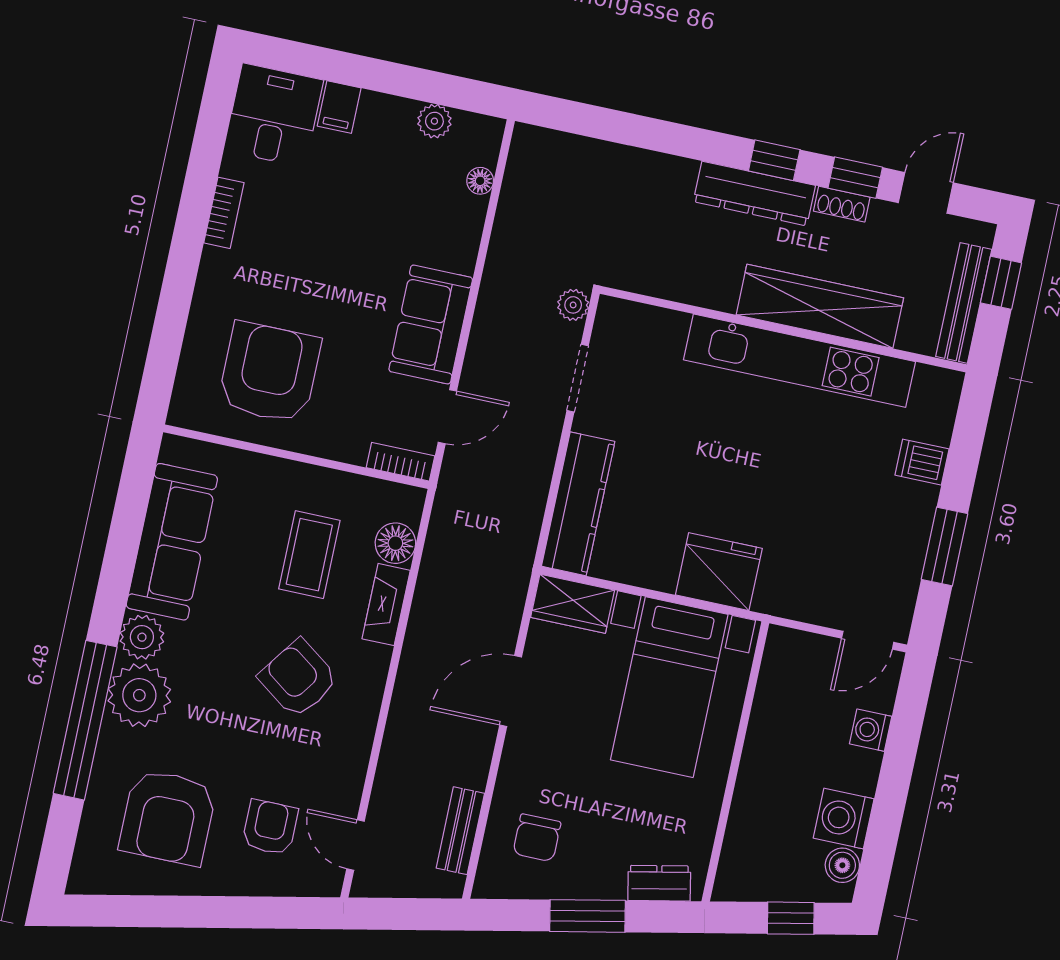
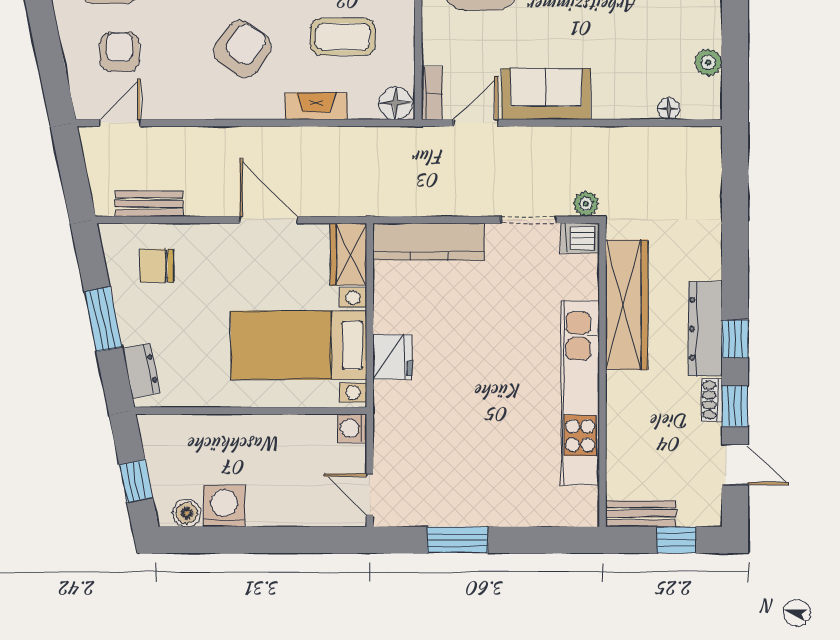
bench: (964, 303) -> (641, 514), width x0.73
wardrobe: (820, 306) -> (627, 305), moved
door: (447, 417) -> (476, 123), swing flipped
dishwasher: (922, 462) -> (580, 238), moved, turned -90
floor lamp: (395, 543) -> (396, 103), moved
fridge: (719, 572) -> (392, 357), width x0.73, depth x0.75
washing machine: (871, 730) -> (352, 428), moved, turned -90
armchair: (270, 827) -> (119, 52), turned -90

